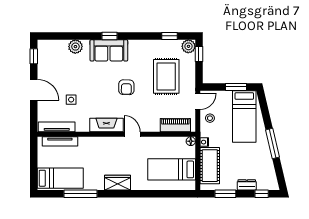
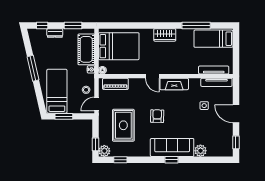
sofa: (109, 50) -> (172, 147), width x1.36
bed: (172, 169) -> (119, 46), width x1.50

